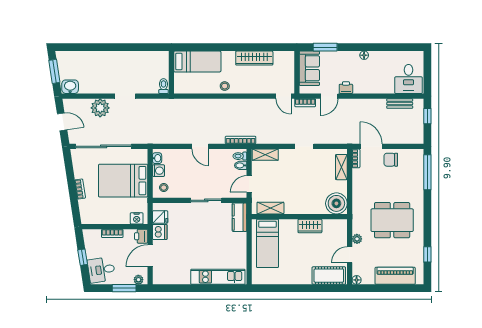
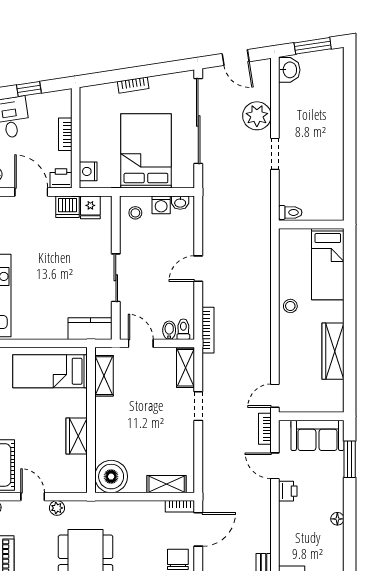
door: (62, 122) -> (236, 58), hinge flipped
doorway: (304, 146) -> (198, 406), moved

